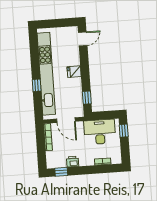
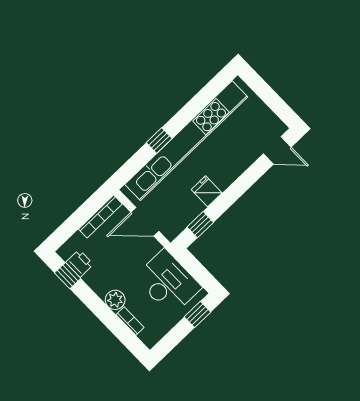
fridge: (74, 72) -> (207, 191), moved
door: (66, 120) -> (145, 222), hinge flipped
plant: (88, 160) -> (115, 300), added
printer: (73, 162) -> (80, 263), moved

